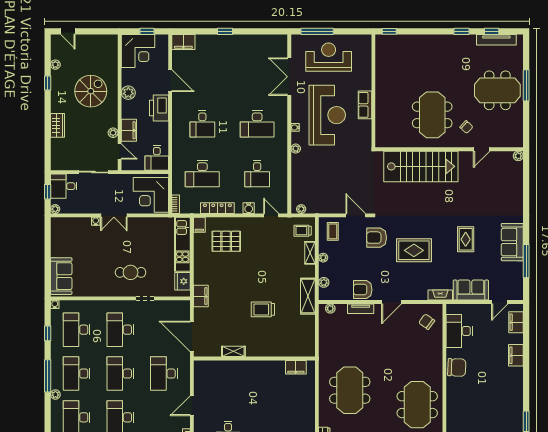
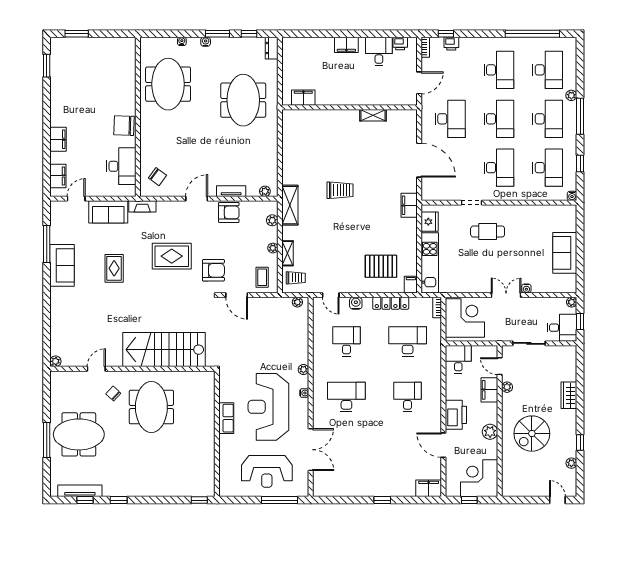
sofa: (61, 276) -> (565, 253), moved
shelving: (233, 351) -> (373, 115), moved
wall: (254, 358) -> (350, 107), moved
filing cabinet: (296, 367) -> (303, 98), moved

